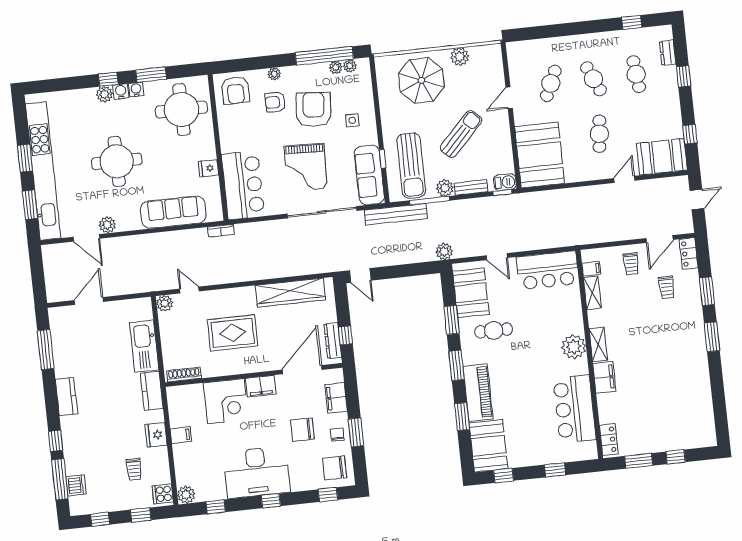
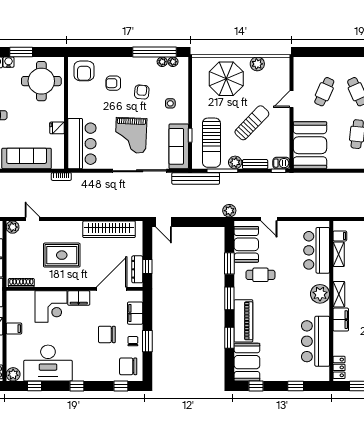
plant: (274, 74) -> (115, 62), removed
armchair: (314, 110) -> (142, 92), width x0.53, depth x0.53
bar counter: (548, 270) -> (317, 250), moved, turned 90
desk: (257, 472) -> (48, 363), moved

